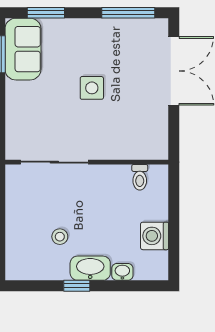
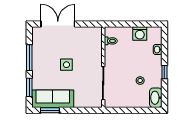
window: (128, 13) -> (29, 58), moved
sofa: (23, 49) -> (53, 99), width x1.36
washbasin: (90, 268) -> (156, 98), moved

